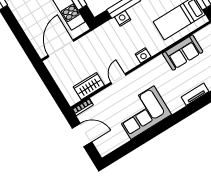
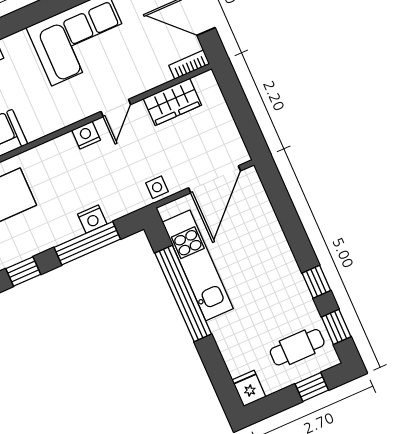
side table: (91, 40) -> (157, 187), added
nightstand: (143, 55) -> (86, 135), moved

